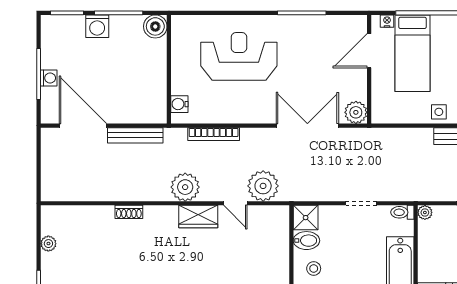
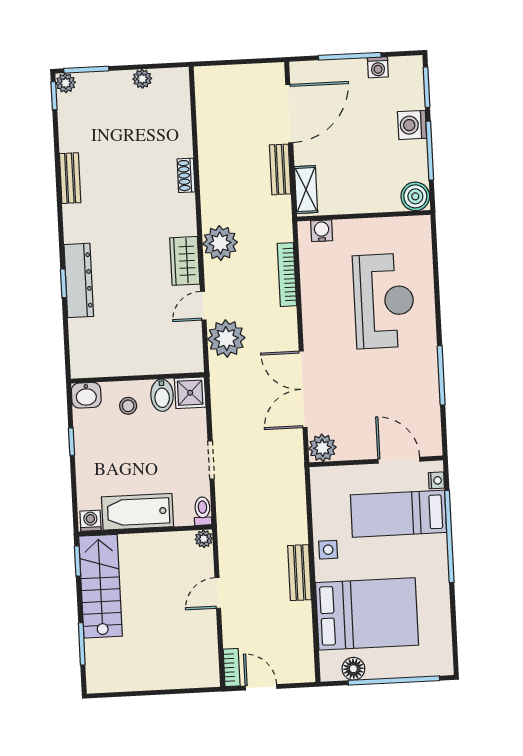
washing machine: (49, 78) -> (378, 67), moved
shelving: (145, 115) -> (306, 190), added
double door: (307, 126) -> (303, 389), swing flipped
bench: (135, 135) -> (280, 169), width x0.73

